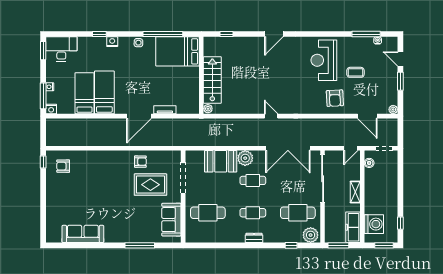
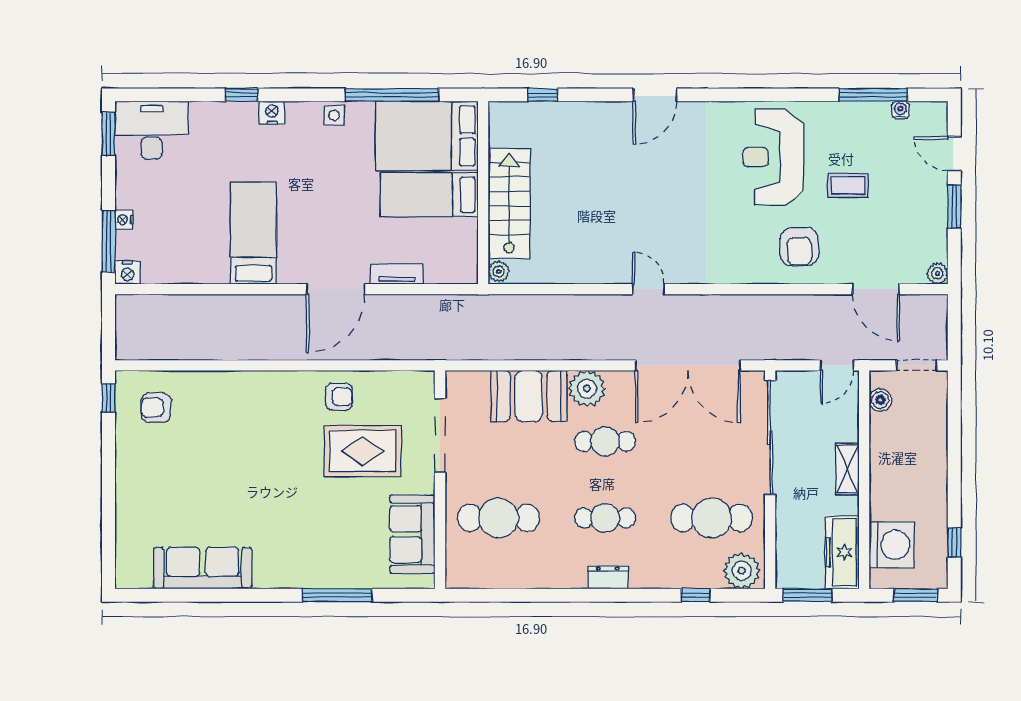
bed: (84, 93) -> (429, 195), moved, turned -90

